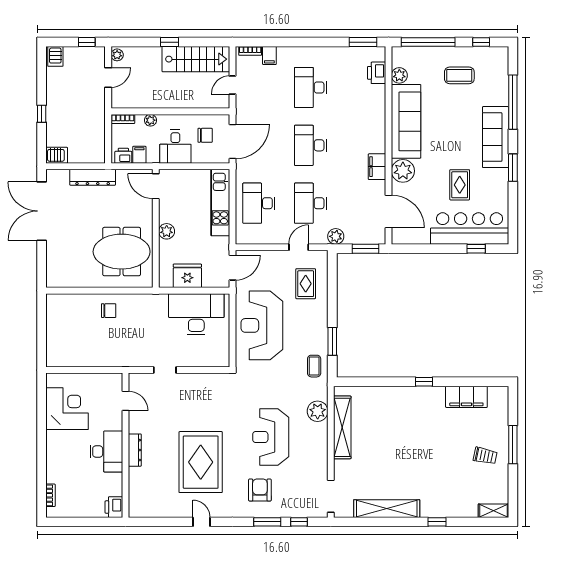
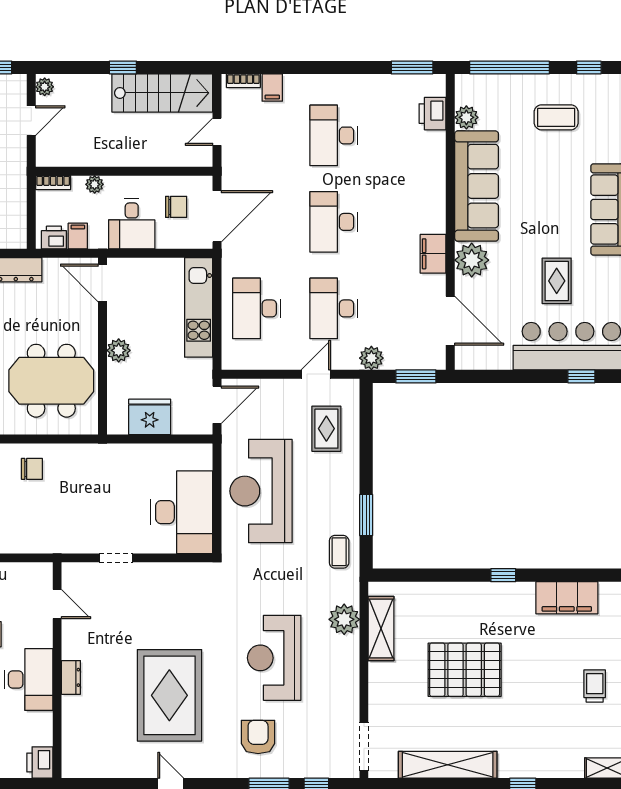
desk: (196, 314) -> (182, 512), moved, turned 90
shelving: (342, 427) -> (381, 628), width x0.68
pallet: (398, 445) -> (465, 670), added
dresser: (135, 450) -> (71, 677), width x0.70
trolley: (485, 456) -> (595, 686), turned -102

